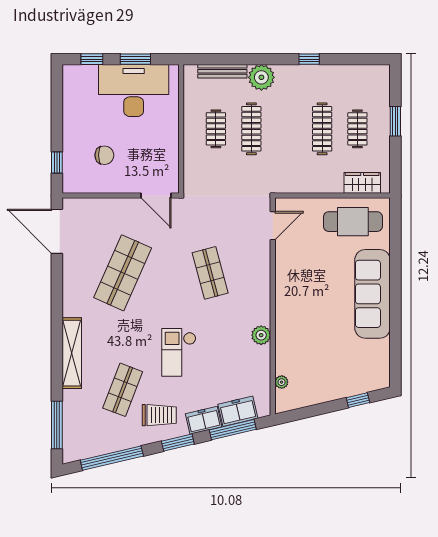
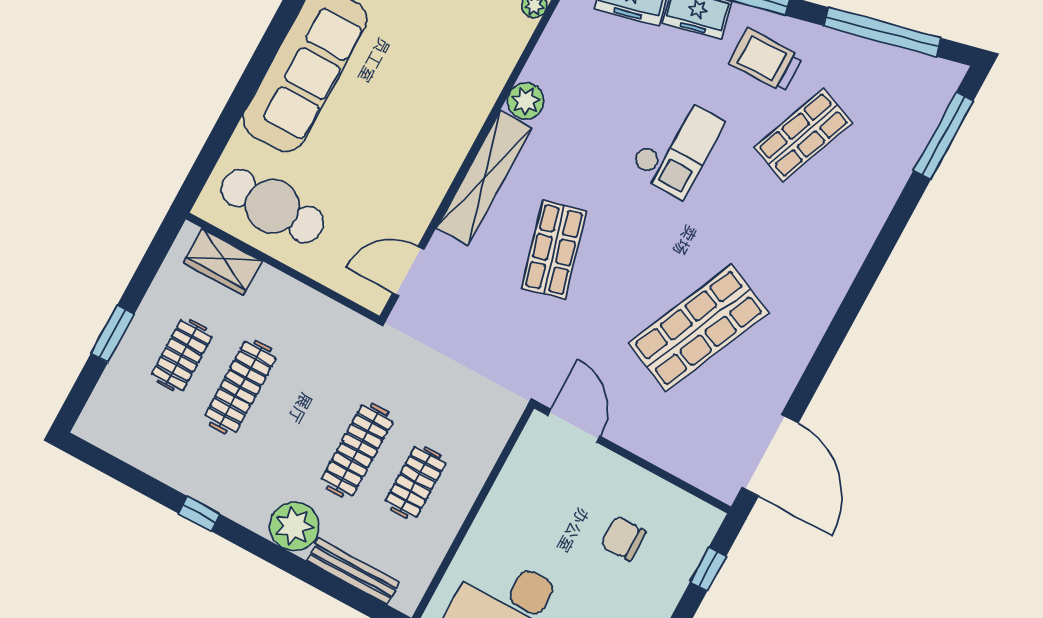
shelving: (72, 353) -> (484, 178), moved

